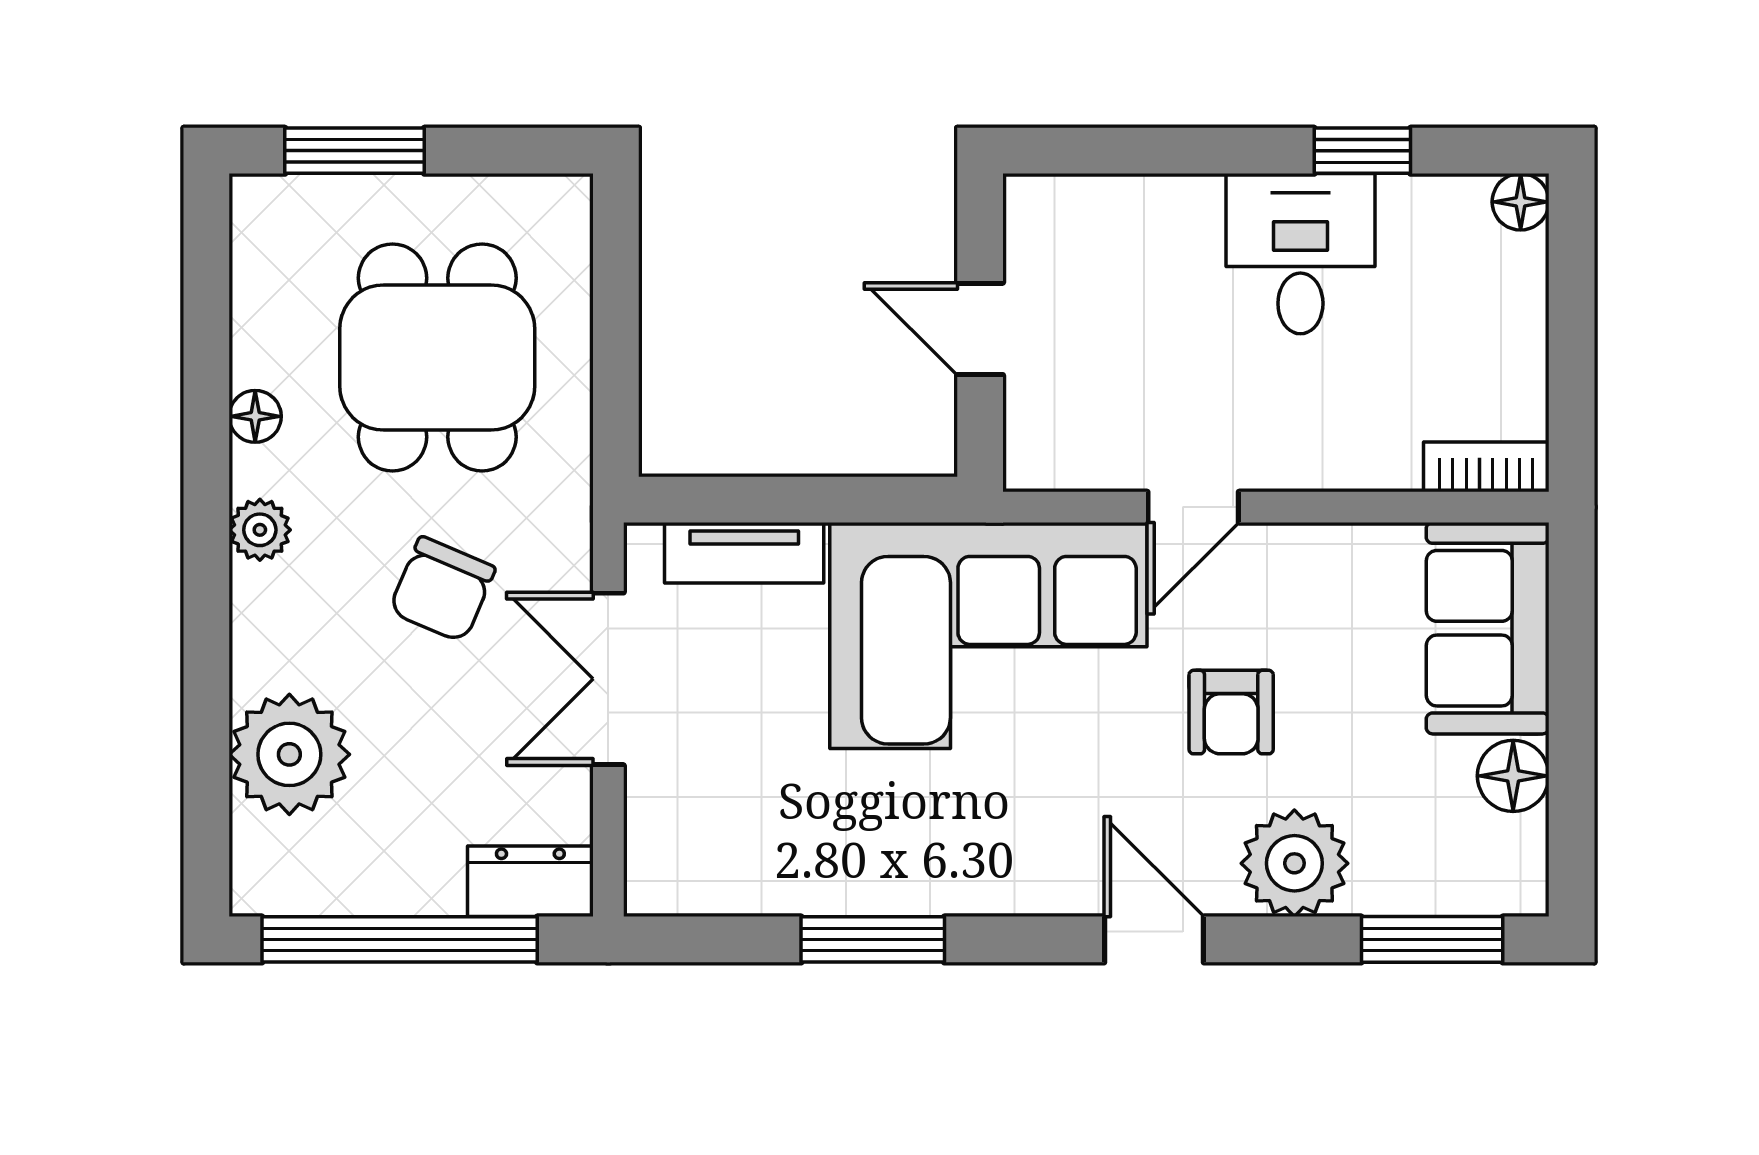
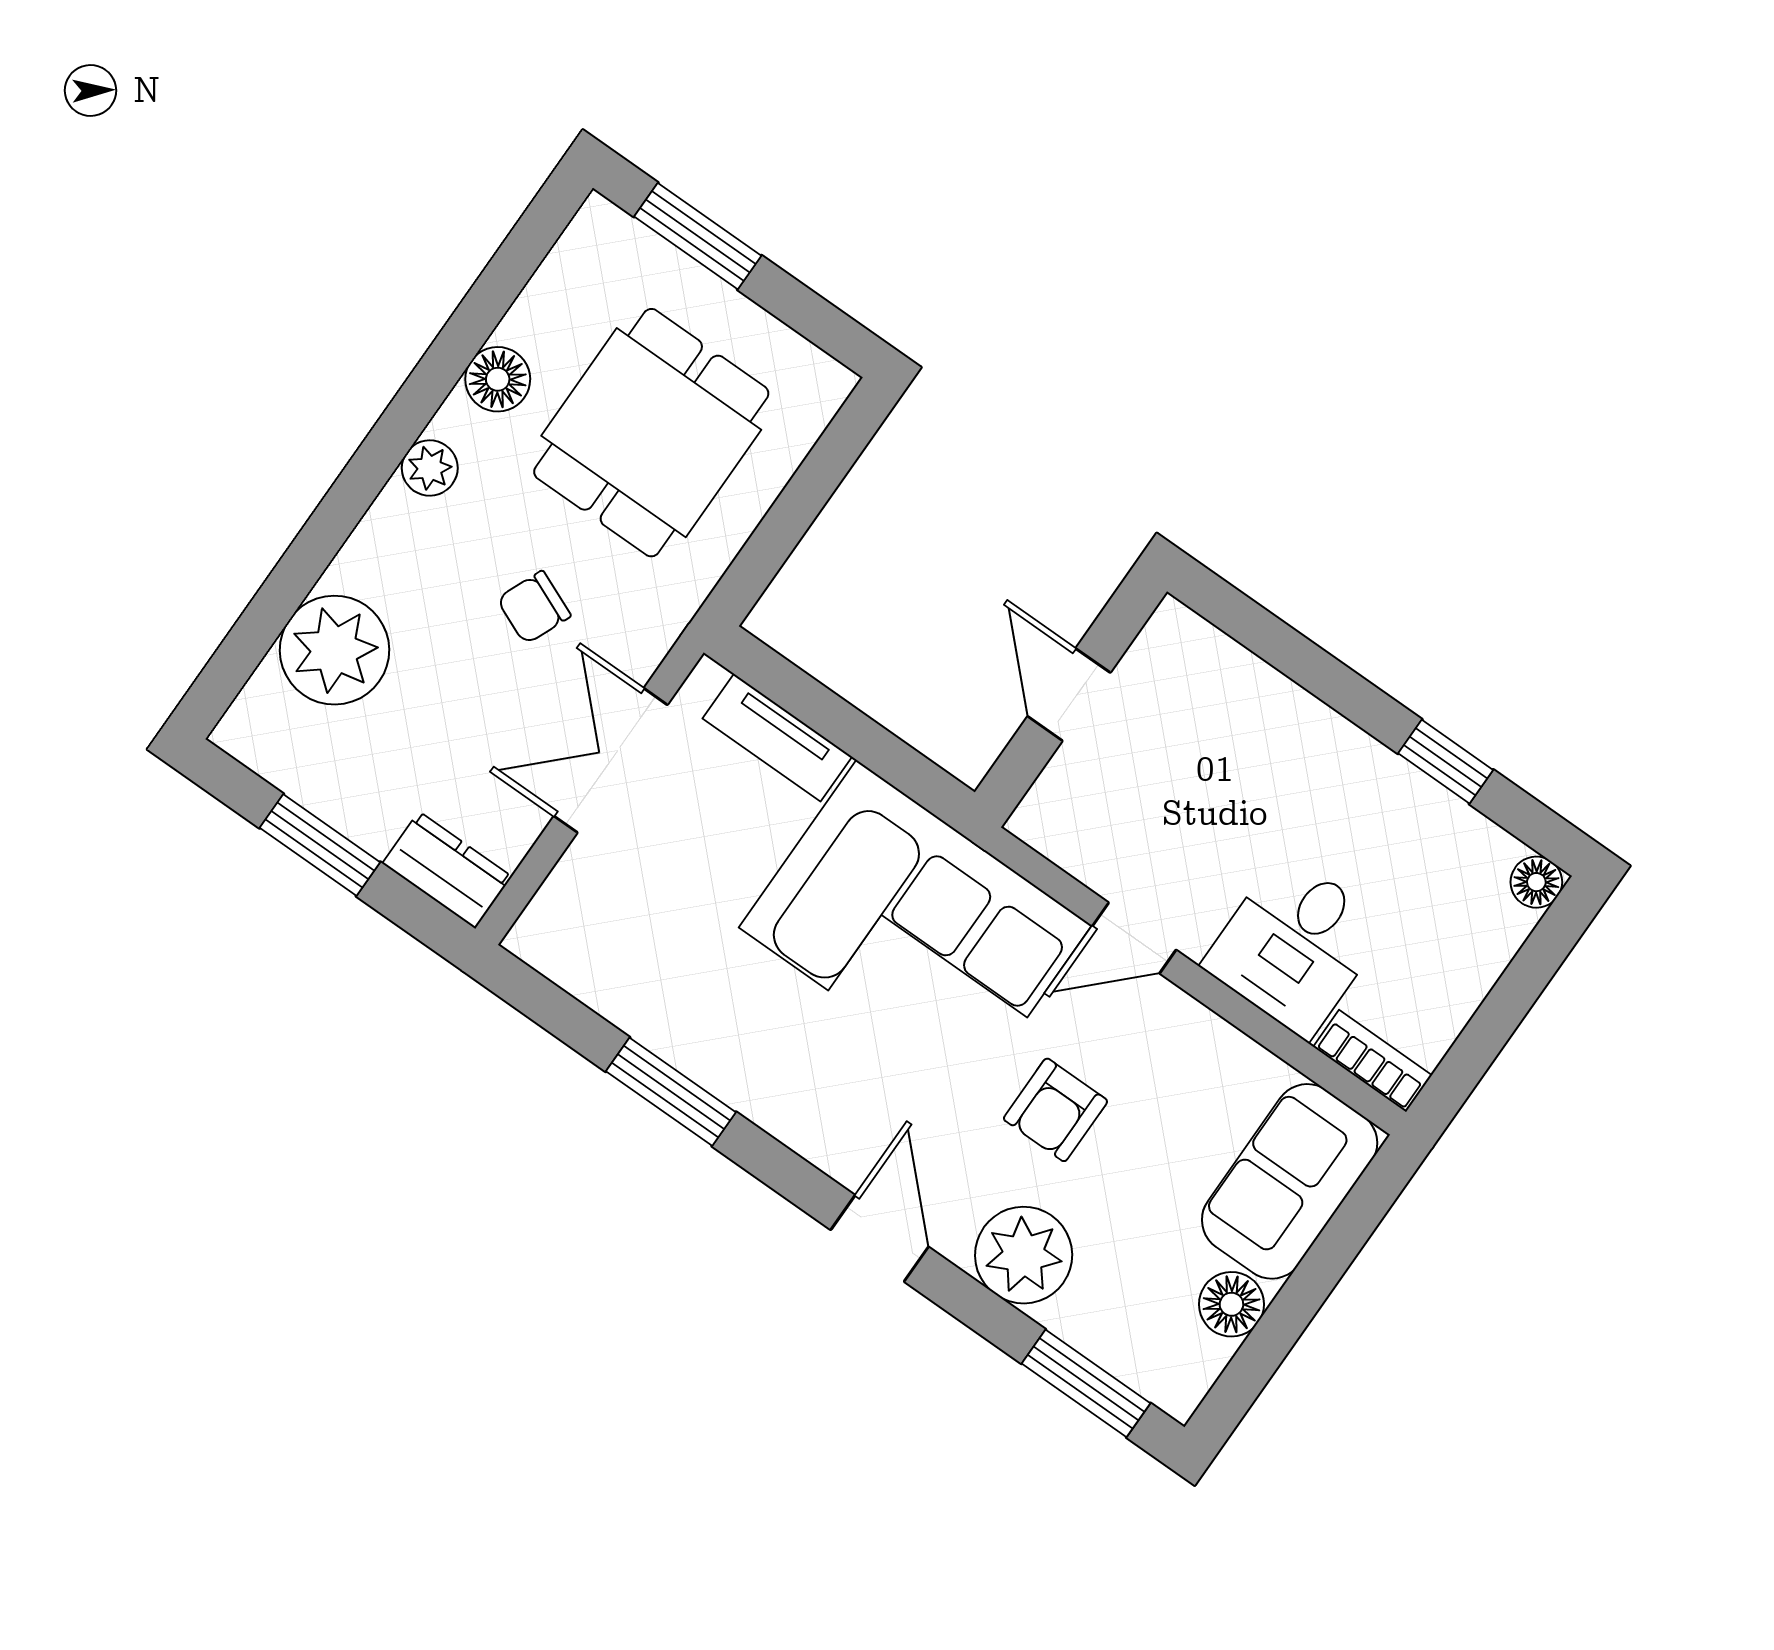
desk: (1300, 254) -> (1295, 945), moved, turned 180
floor lamp: (255, 416) -> (498, 379), width x1.37, depth x1.37
chair: (442, 589) -> (534, 607), width x0.73, depth x0.73
window: (400, 939) -> (320, 845), width x0.47

